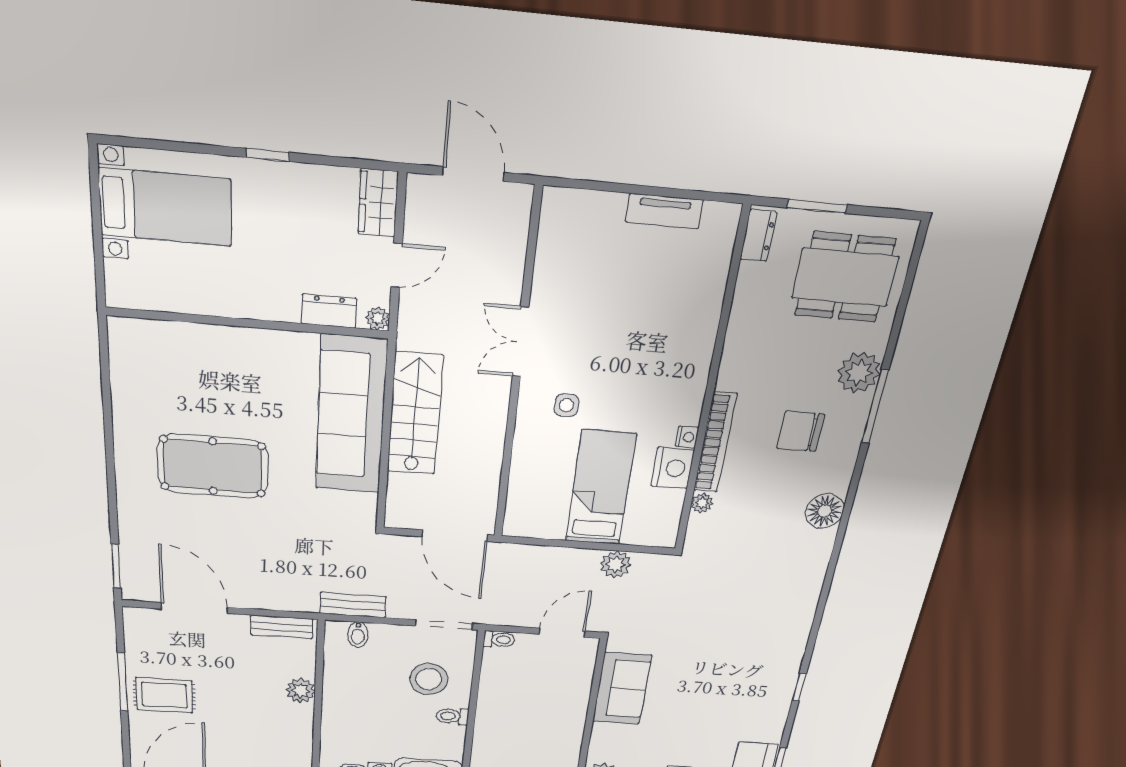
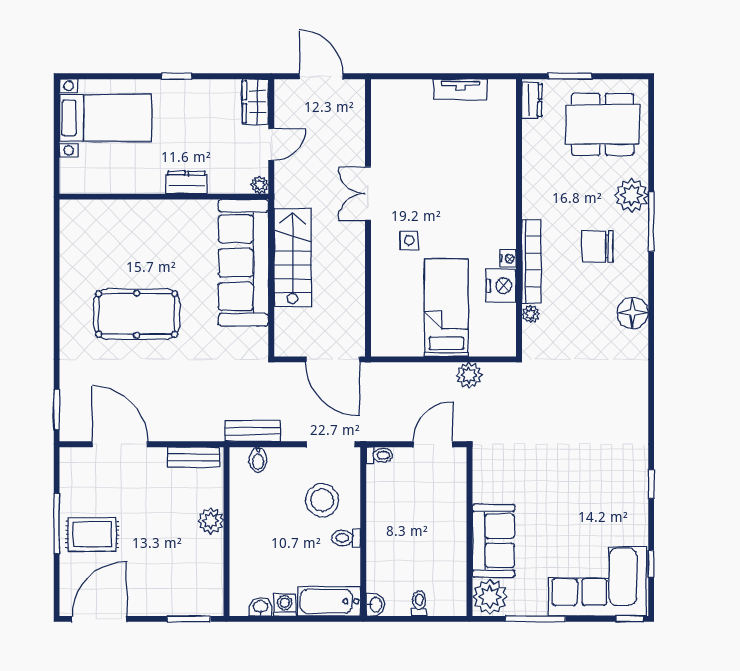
dresser: (329, 311) -> (187, 182), moved
sofa: (622, 689) -> (493, 541), moved

